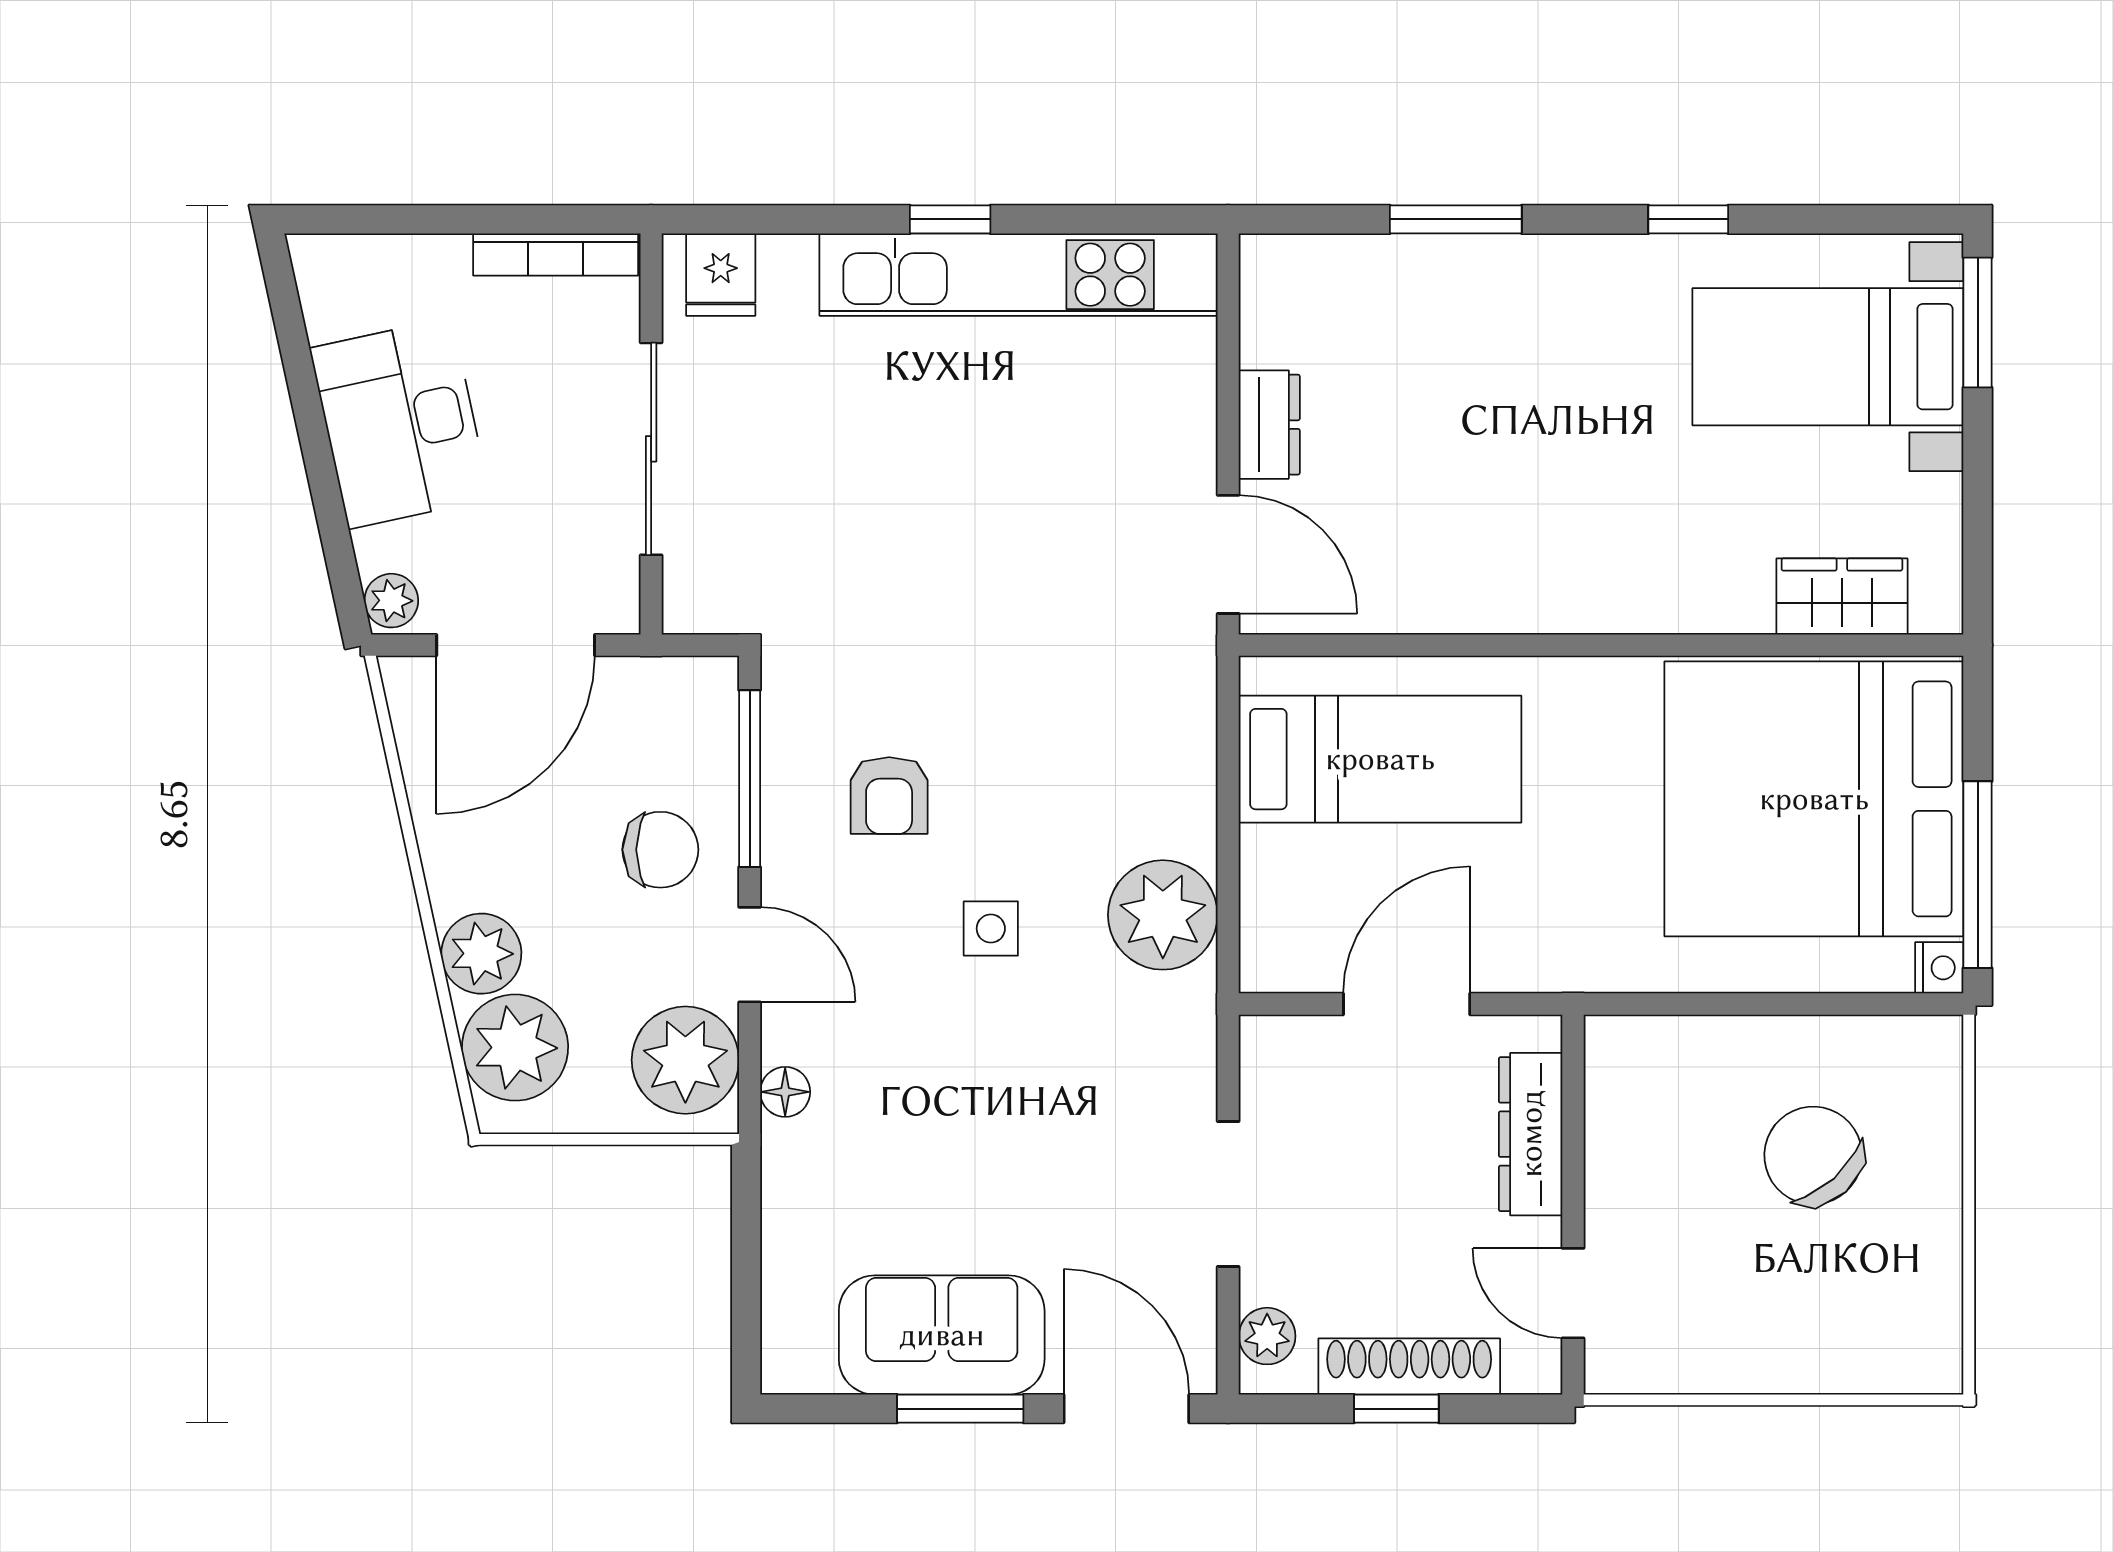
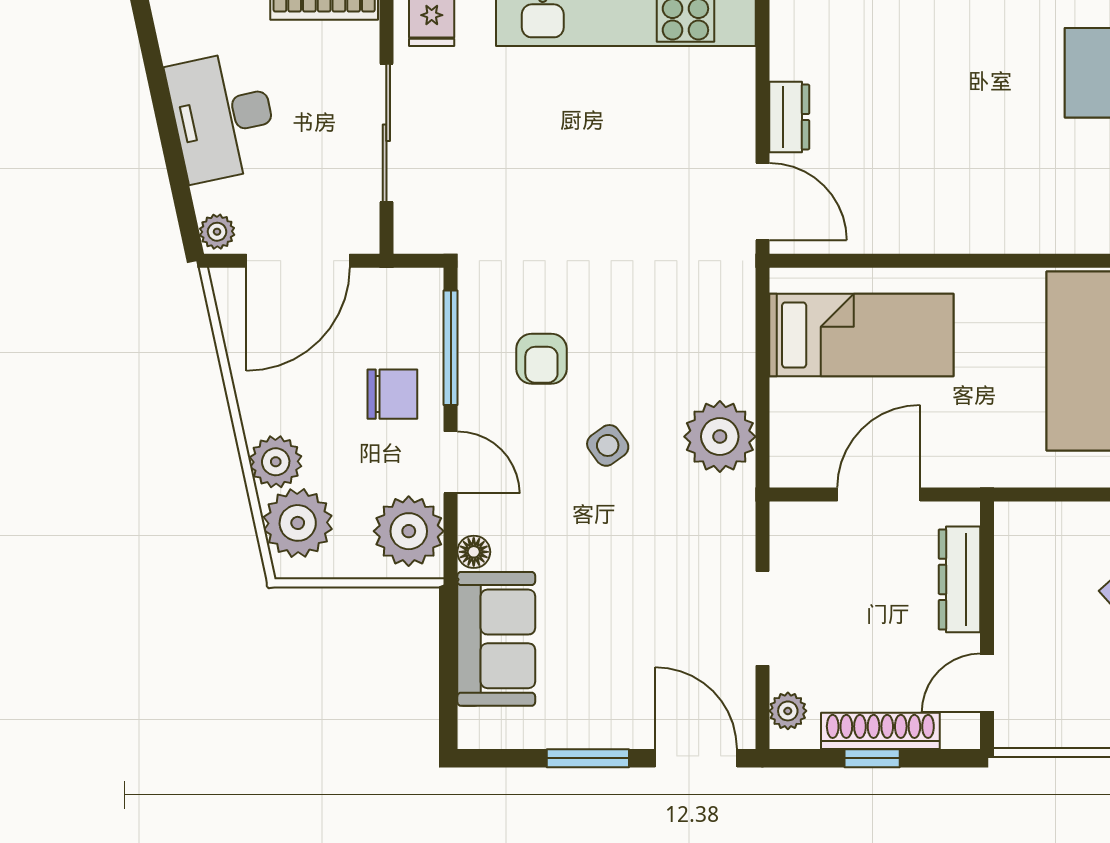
side table: (991, 929) -> (608, 445), turned -36
door: (1573, 1293) -> (987, 683), hinge flipped
sofa: (942, 1335) -> (496, 639), moved, turned 90

